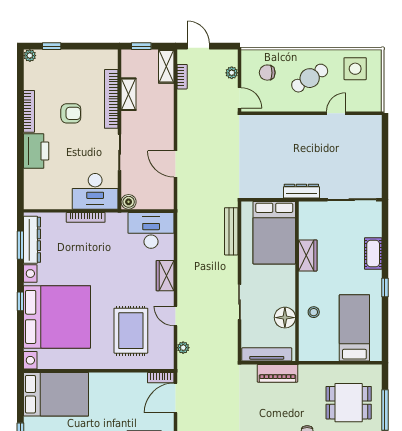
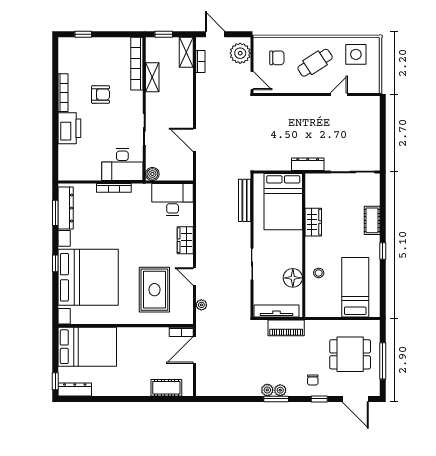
plant: (30, 56) -> (64, 43), removed
plant: (232, 73) -> (240, 53), width x1.88, depth x1.88
chair: (267, 73) -> (277, 58), turned 180
bookcase: (111, 99) -> (137, 64), moved

